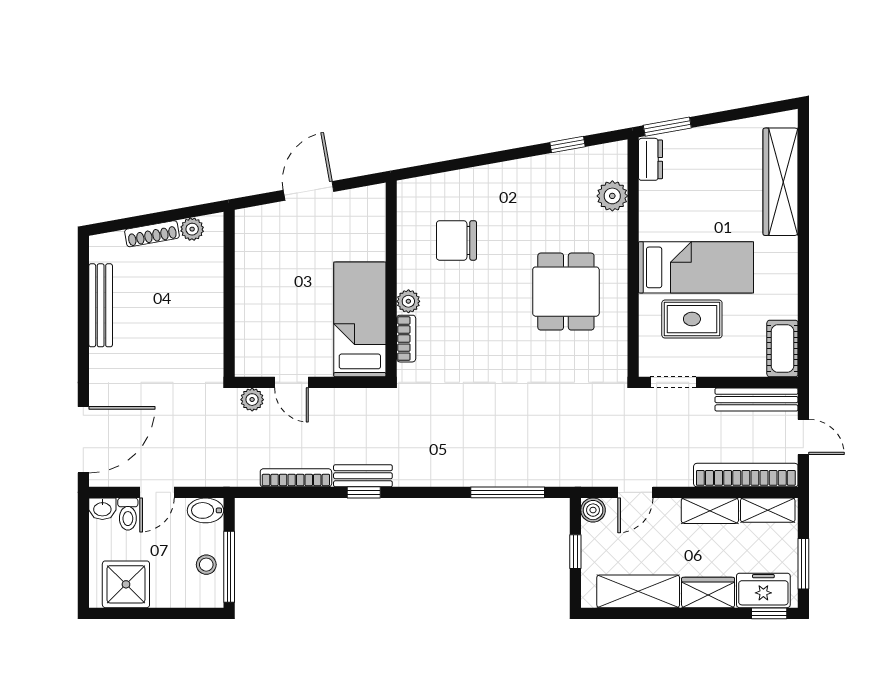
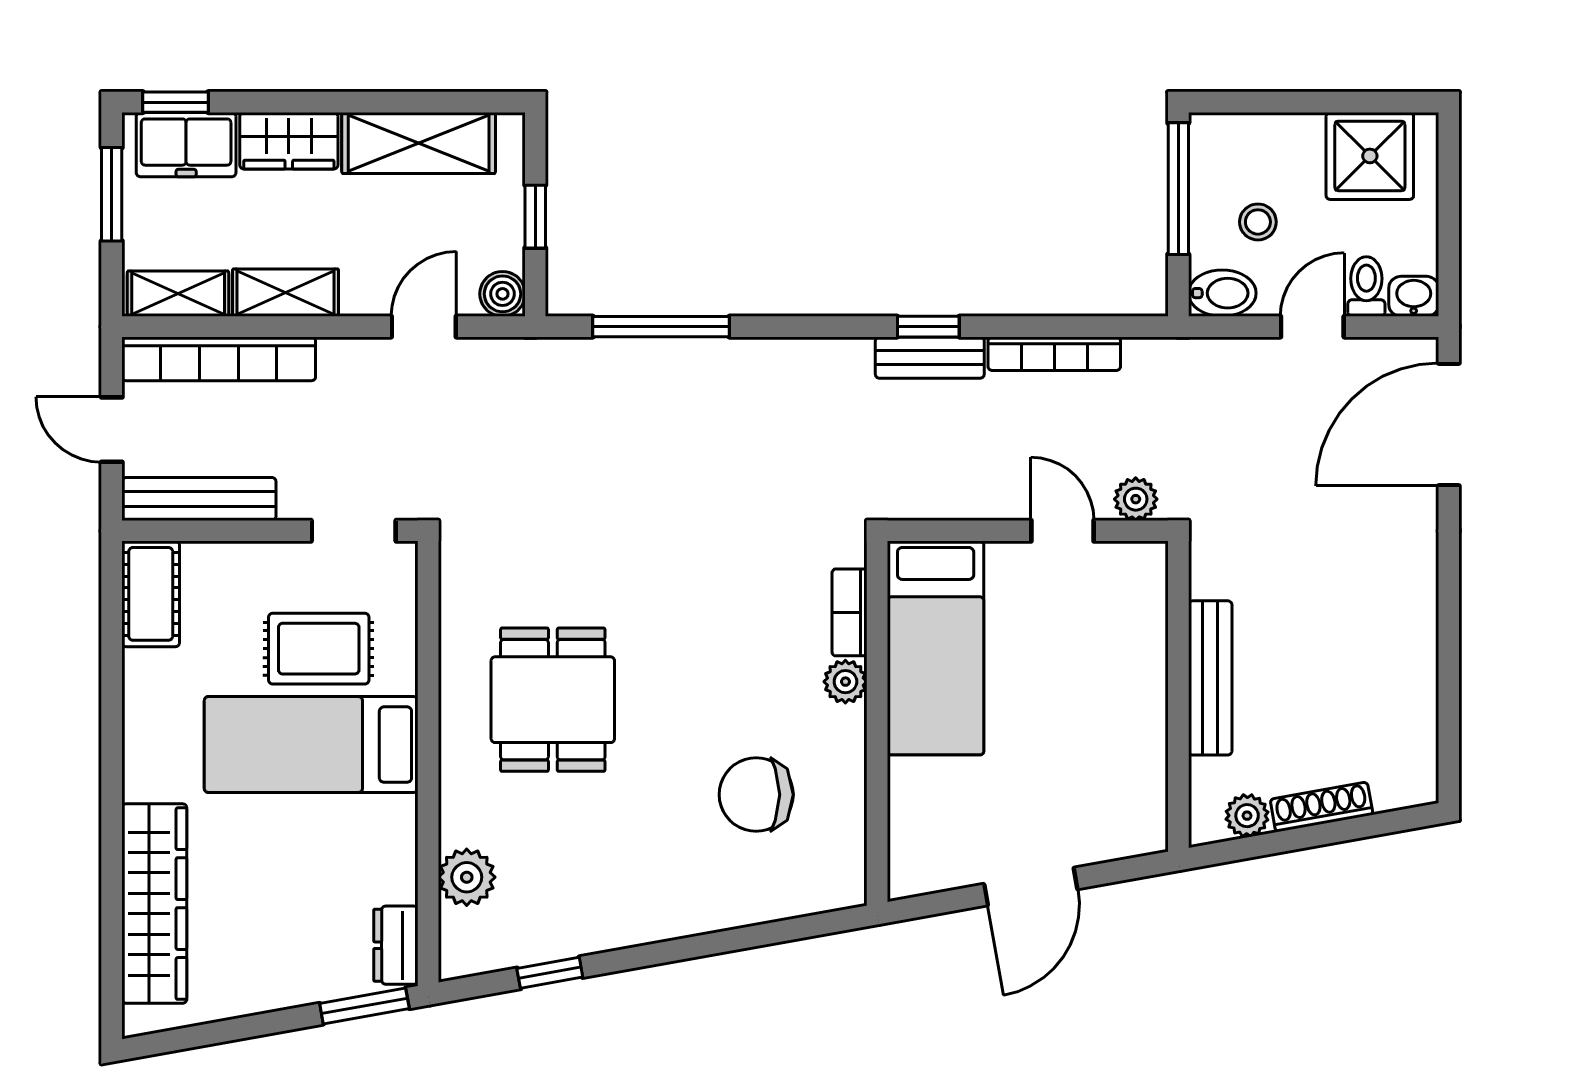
chair: (456, 240) -> (756, 795), turned 180
bench: (101, 305) -> (1210, 678), moved
stool: (206, 565) -> (1258, 222), moved

